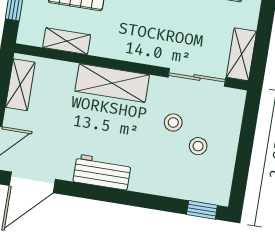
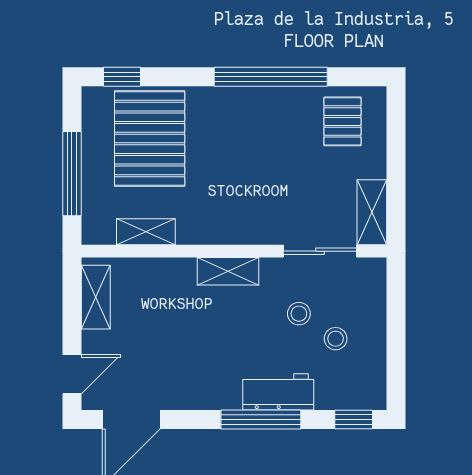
shelving: (112, 83) -> (228, 271), width x0.67, depth x0.75
workbench: (102, 172) -> (278, 392), moved
window: (131, 198) -> (261, 419), added

